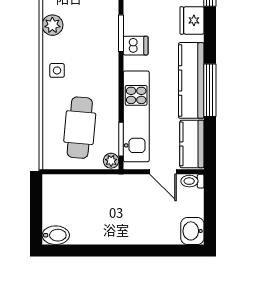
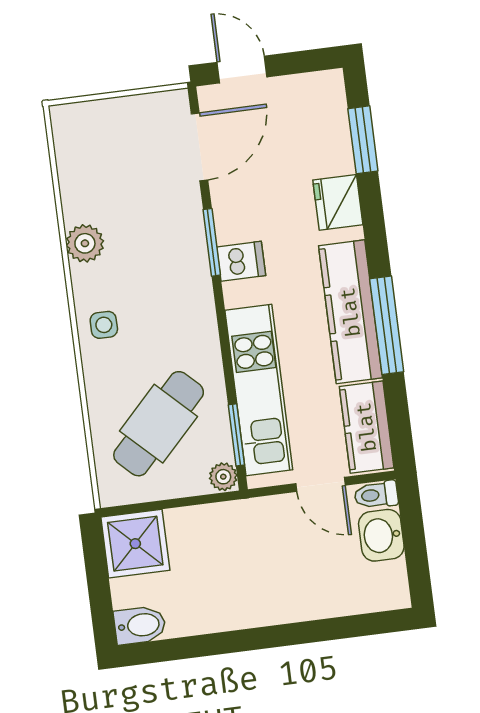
cafe table: (80, 128) -> (159, 424), turned 39
shower: (59, 191) -> (135, 544), added
washbasin: (192, 231) -> (381, 535), moved

